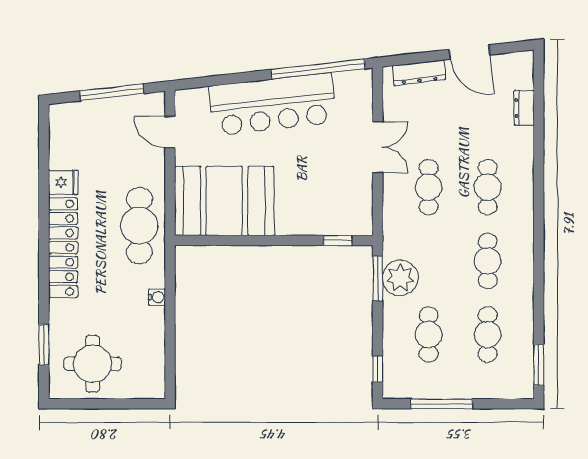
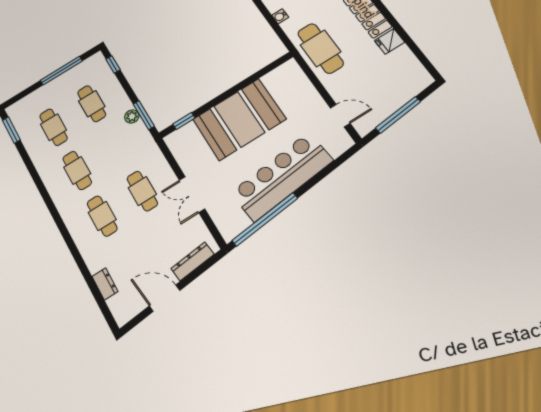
booth: (224, 201) -> (239, 119), moved
plant: (400, 278) -> (132, 116), width x0.53, depth x0.53

